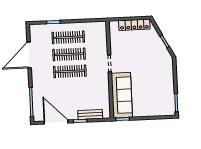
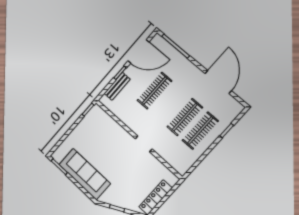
clothes rail: (70, 71) -> (154, 91), moved
sofa: (122, 95) -> (85, 174), moved, turned 180

